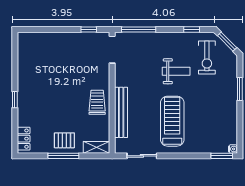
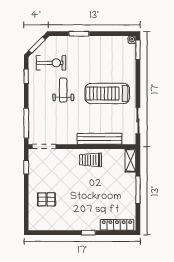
locker: (24, 139) -> (117, 225), width x1.53
pallet: (64, 140) -> (46, 199), moved, turned 90

